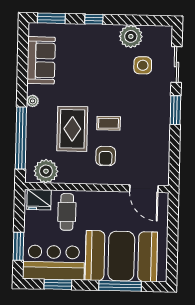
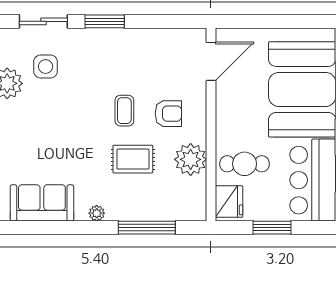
rug: (72, 129) -> (133, 159), width x0.73, depth x0.70
window: (21, 138) -> (147, 228), width x0.68
plant: (46, 171) -> (191, 159), moved
window: (18, 246) -> (272, 228), moved

